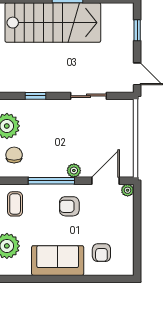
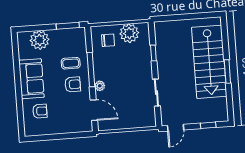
plant: (128, 190) -> (88, 127), removed
coffee table: (15, 204) -> (71, 63), moved
armchair: (69, 206) -> (73, 84), turned 90
armchair: (101, 253) -> (40, 111), turned 180

